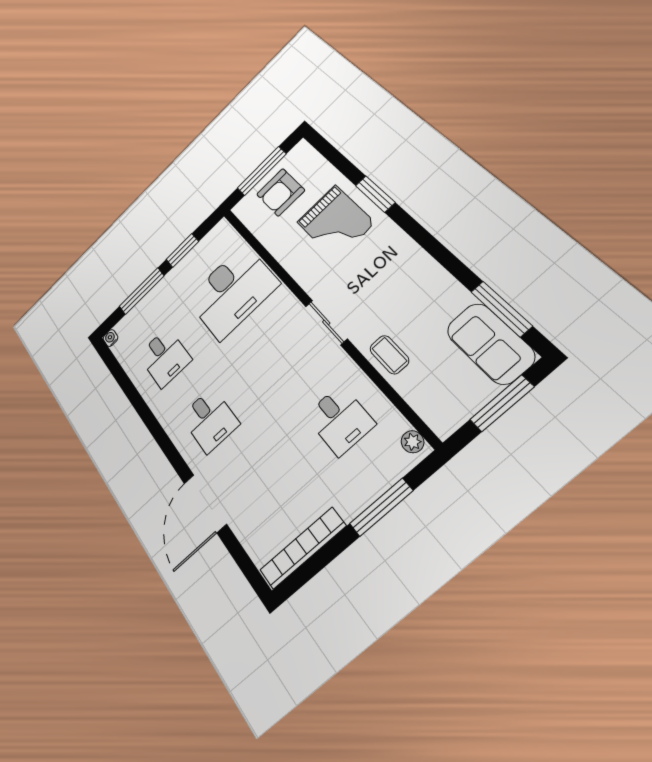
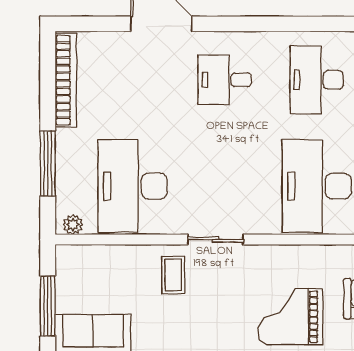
coffee table: (389, 355) -> (173, 275), moved, turned 90
desk: (165, 357) -> (317, 80), width x1.37
desk: (340, 420) -> (133, 186), width x1.87, depth x1.30

